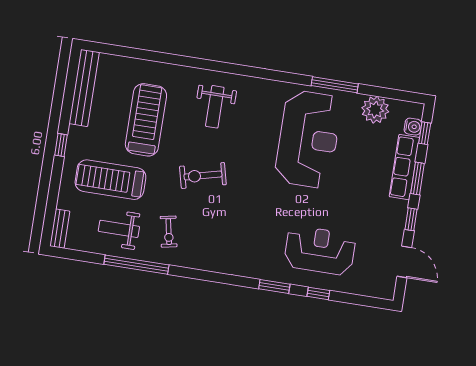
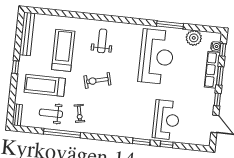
weight bench: (215, 107) -> (102, 41), turned 180
reception desk: (320, 250) -> (166, 120), turned 90

